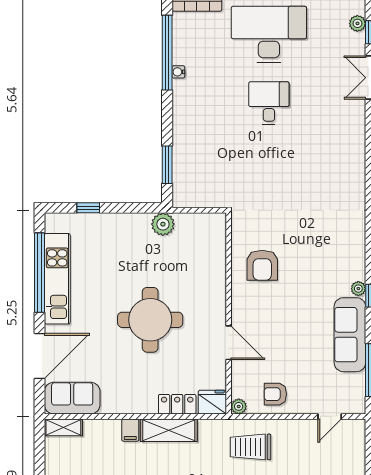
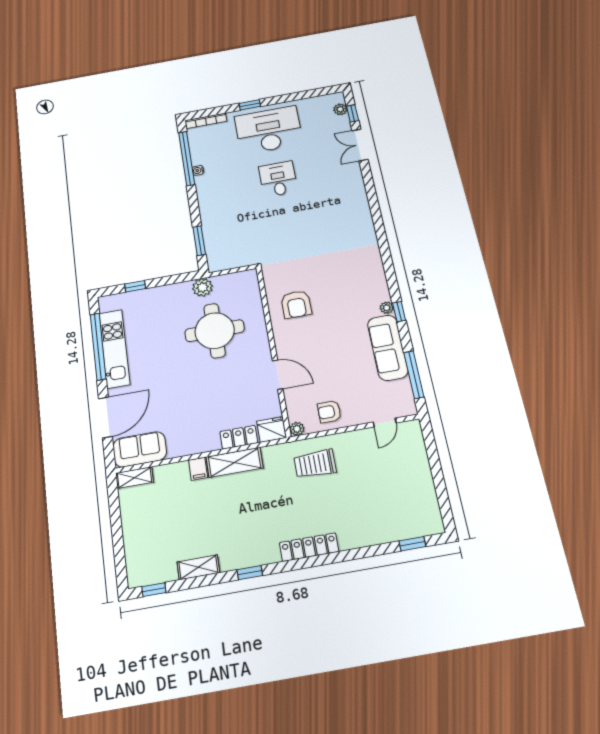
round table: (150, 320) -> (215, 331), moved

